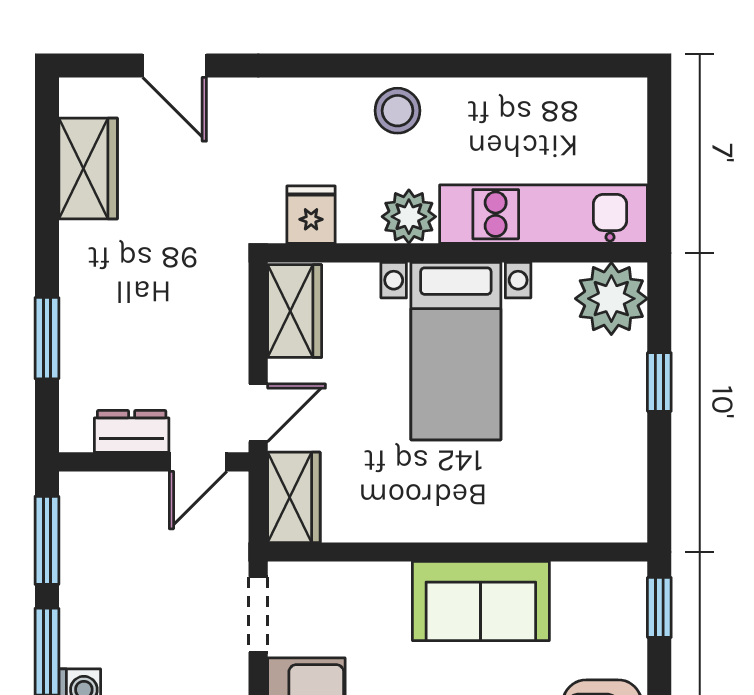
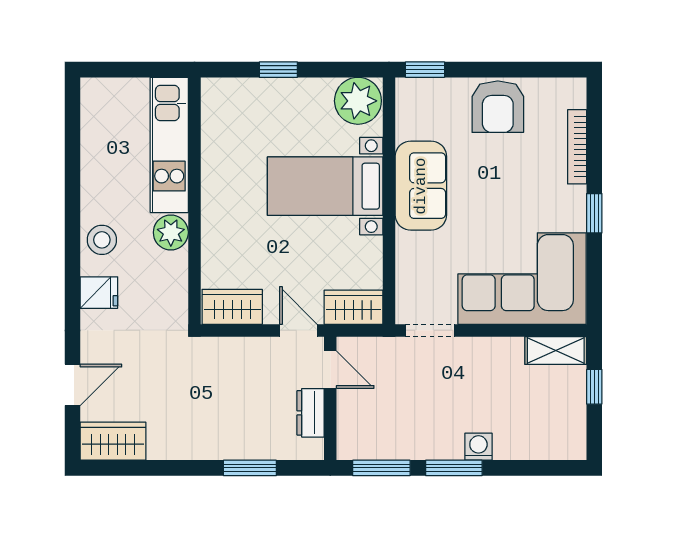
wardrobe: (88, 168) -> (113, 441), moved
fridge: (311, 215) -> (99, 293), moved, turned 180
plant: (611, 299) -> (358, 101), moved
bed with nightstands: (456, 351) -> (325, 186), moved, turned 180

